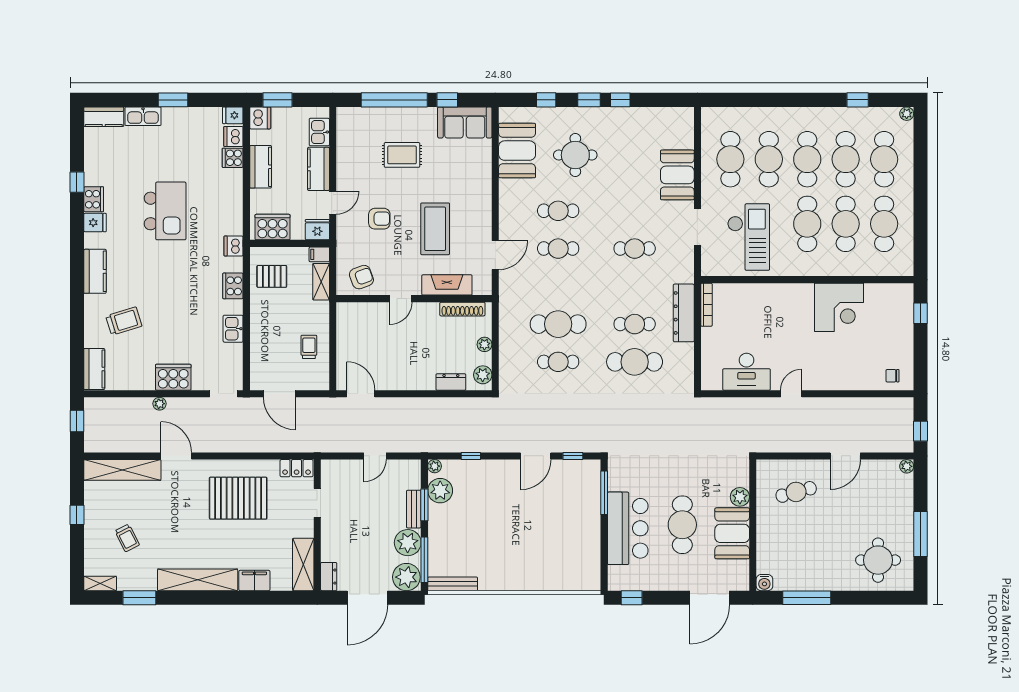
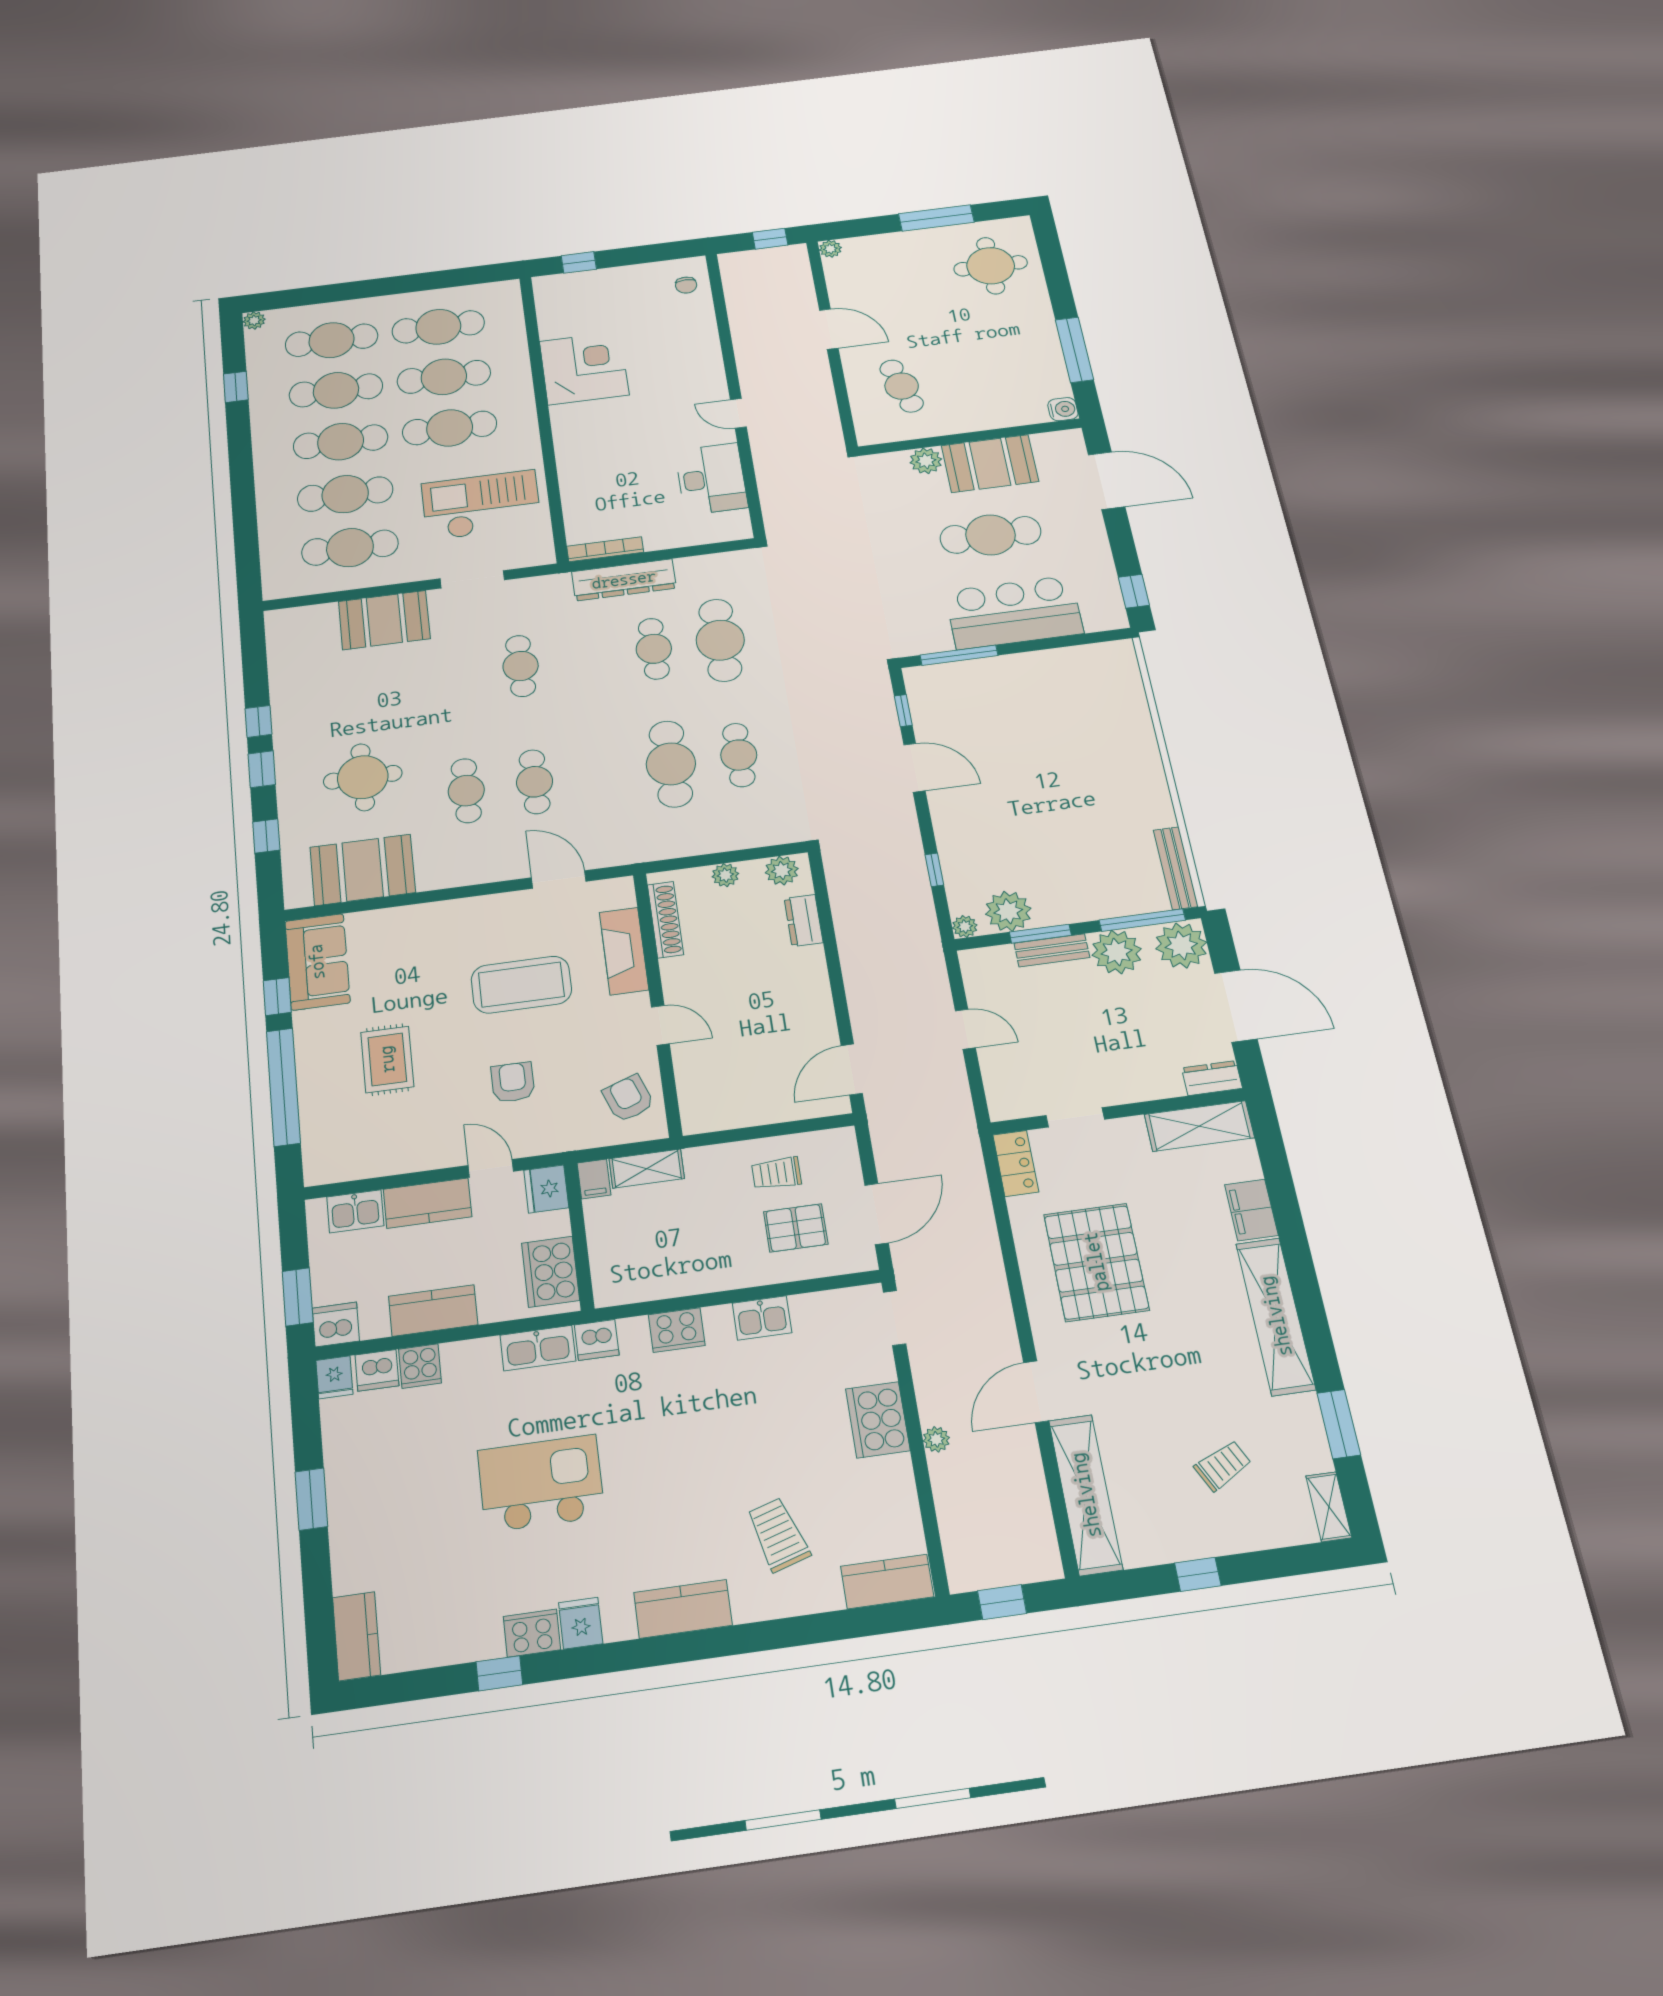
kitchen sink: (143, 116) -> (538, 1348), moved, turned 90
pallet: (272, 276) -> (796, 1228), moved, turned 90

